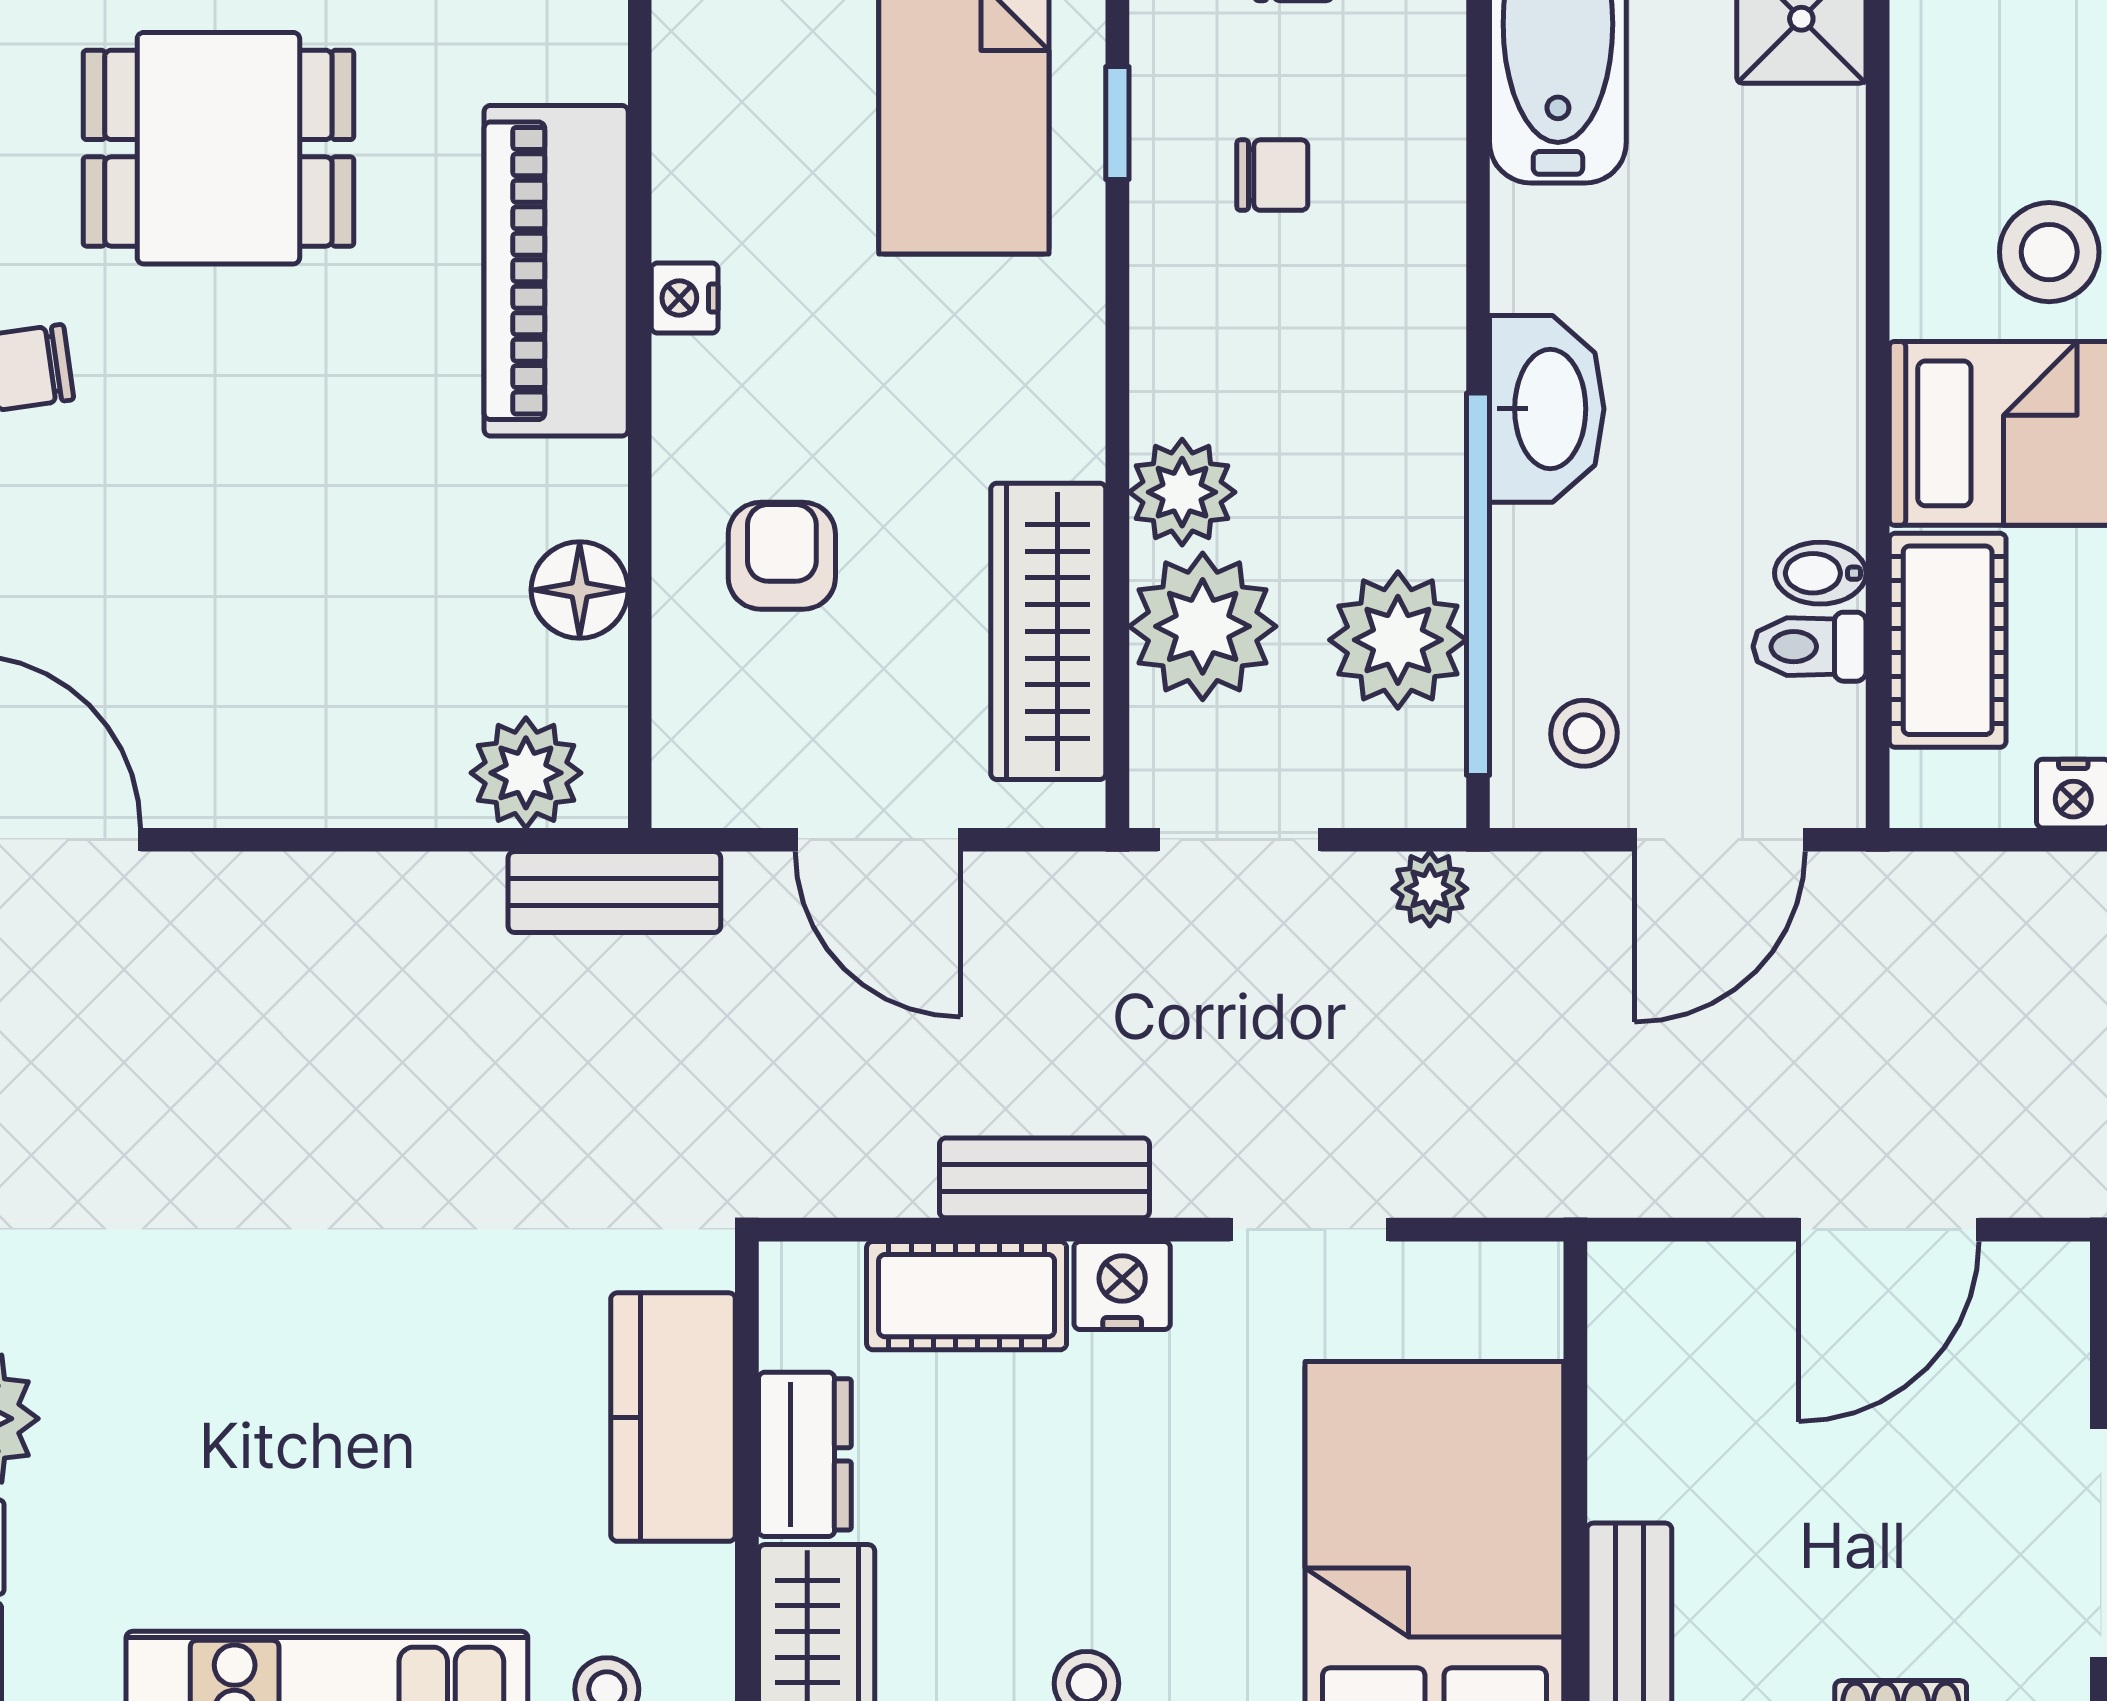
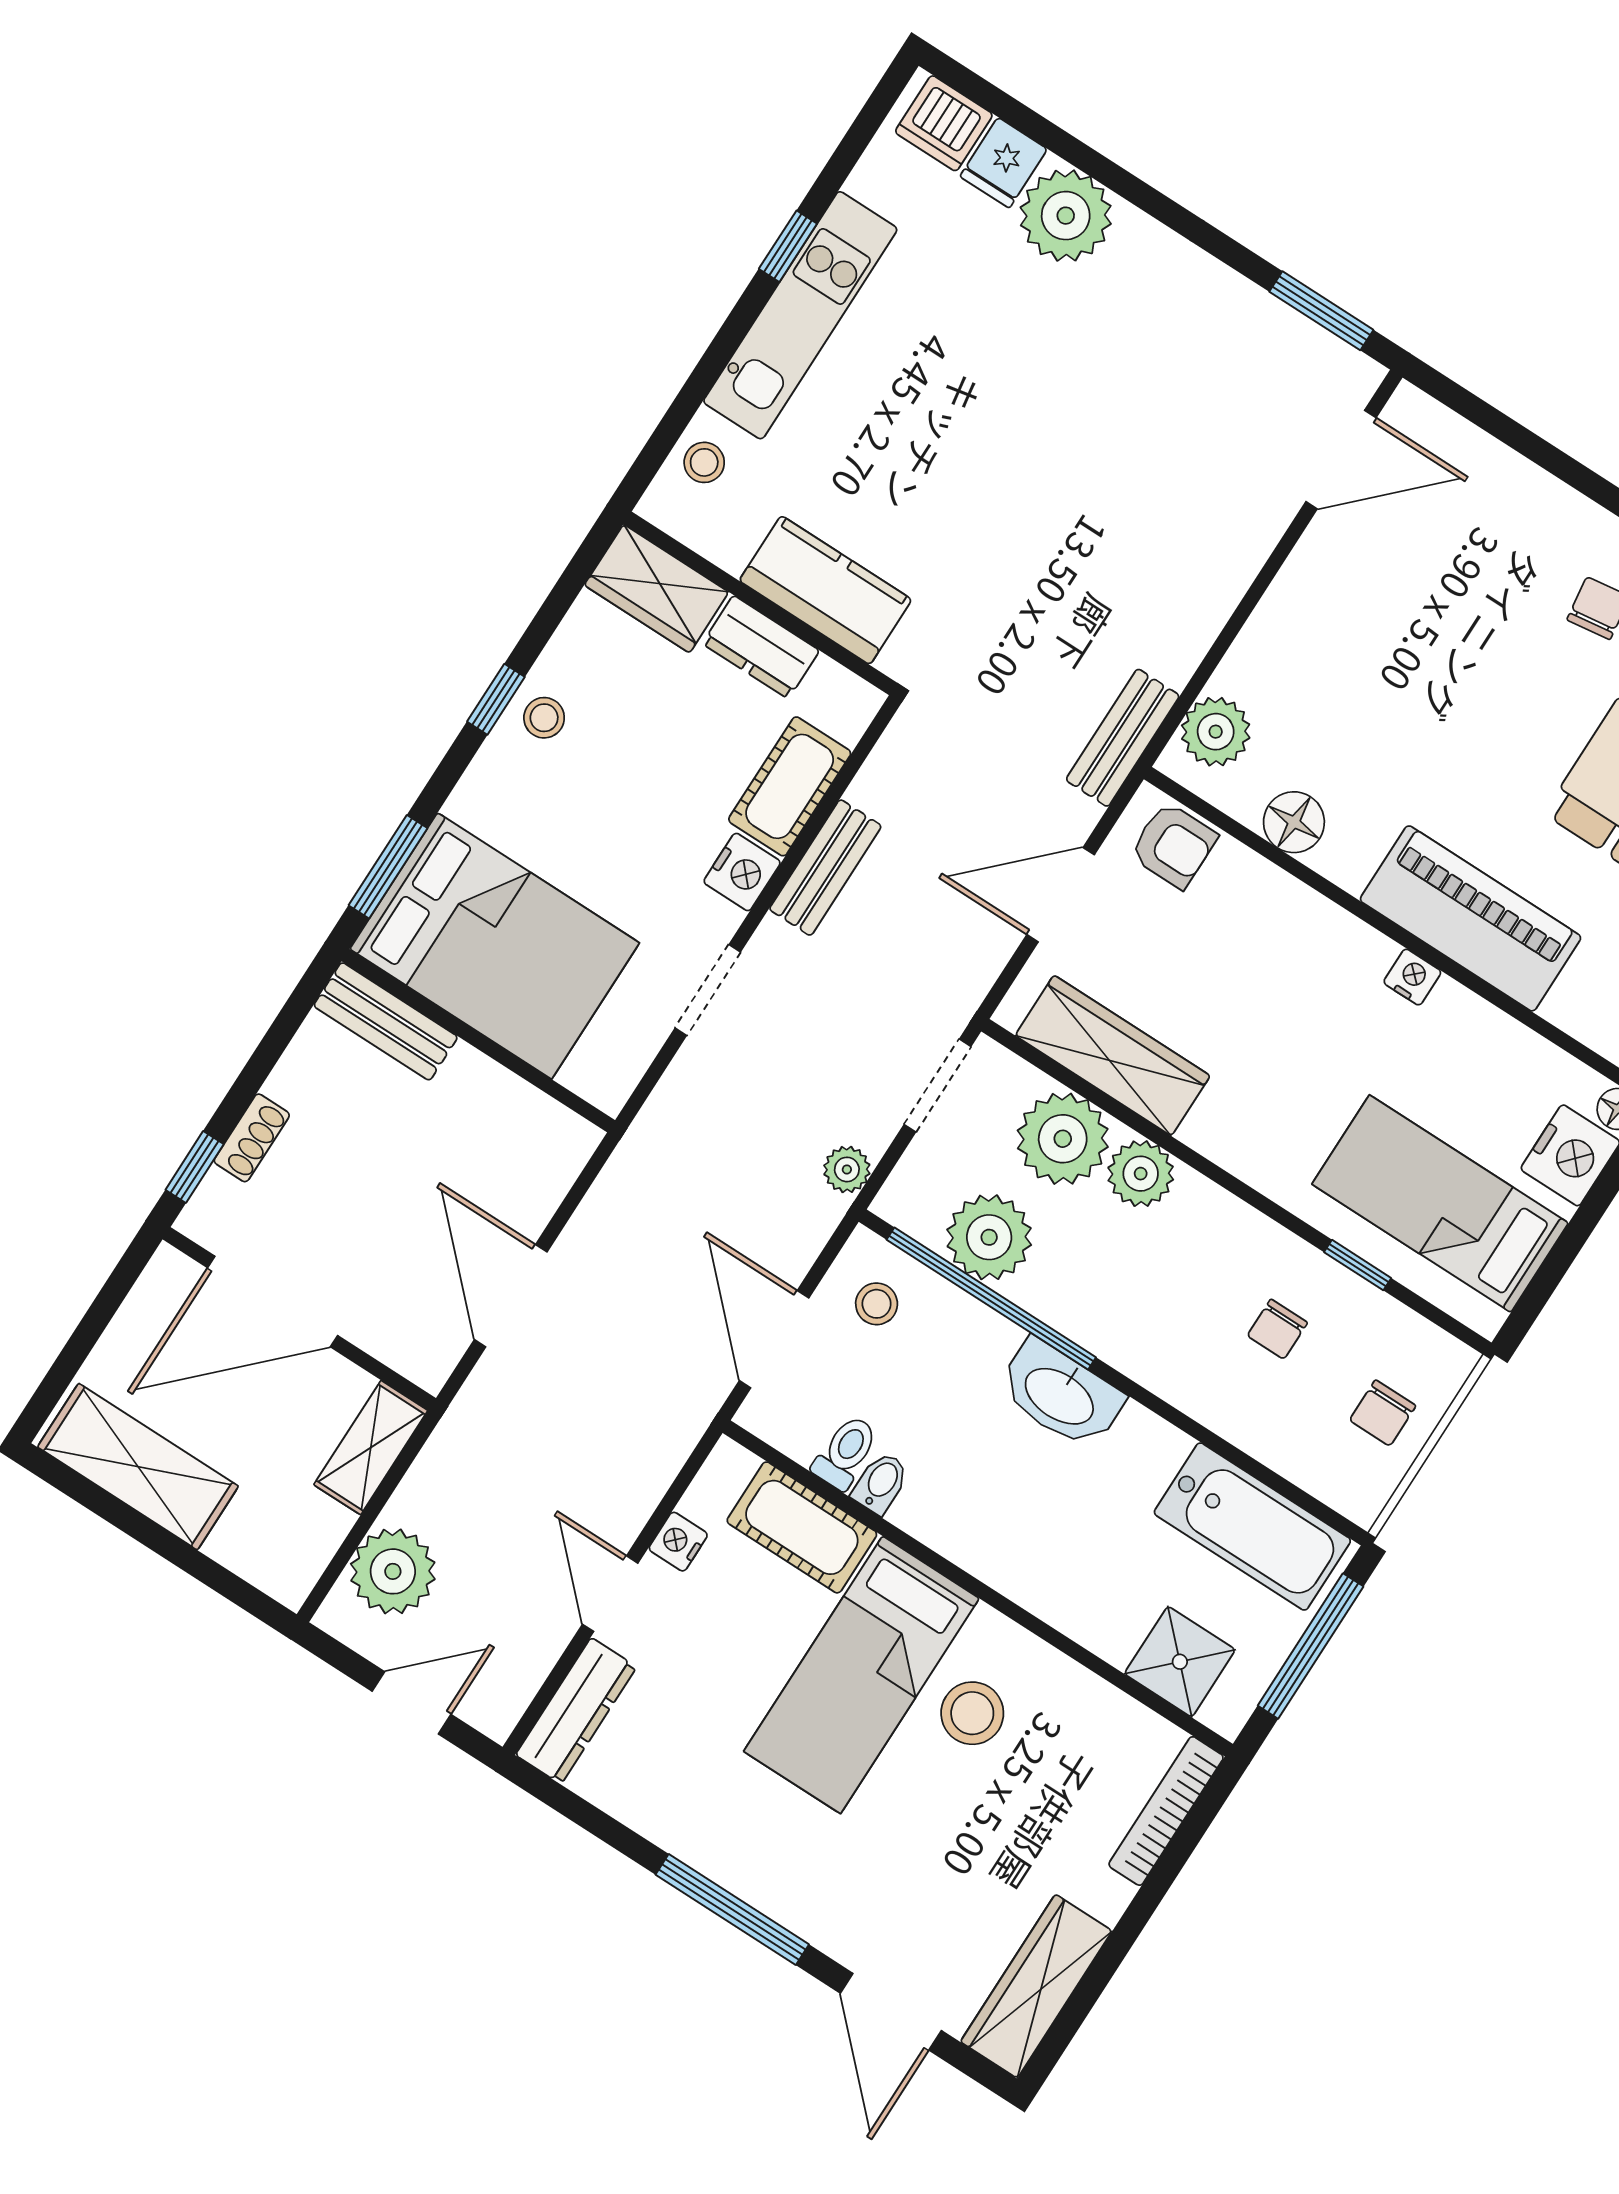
armchair: (782, 556) -> (1173, 845), moved

